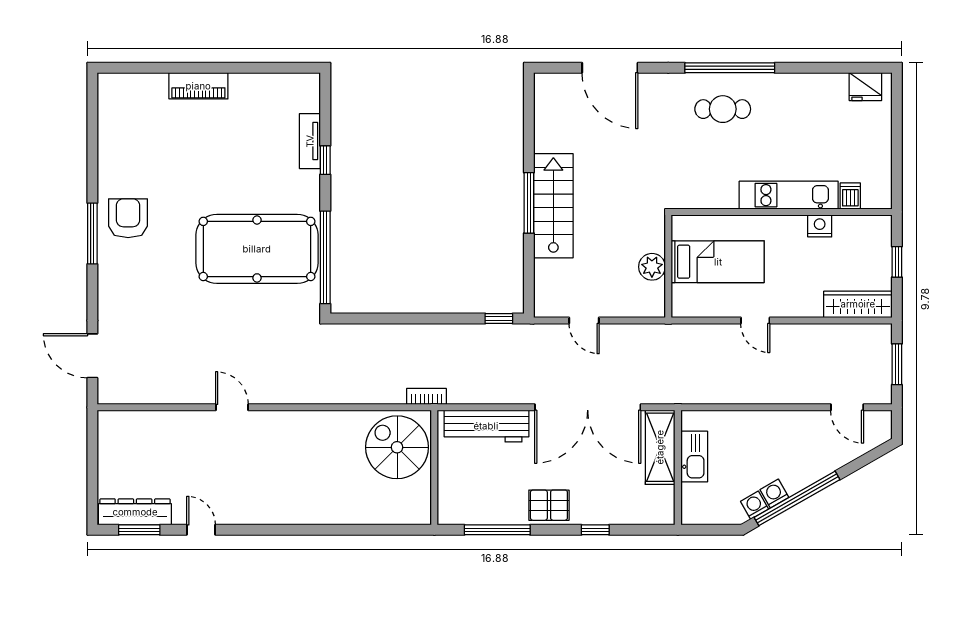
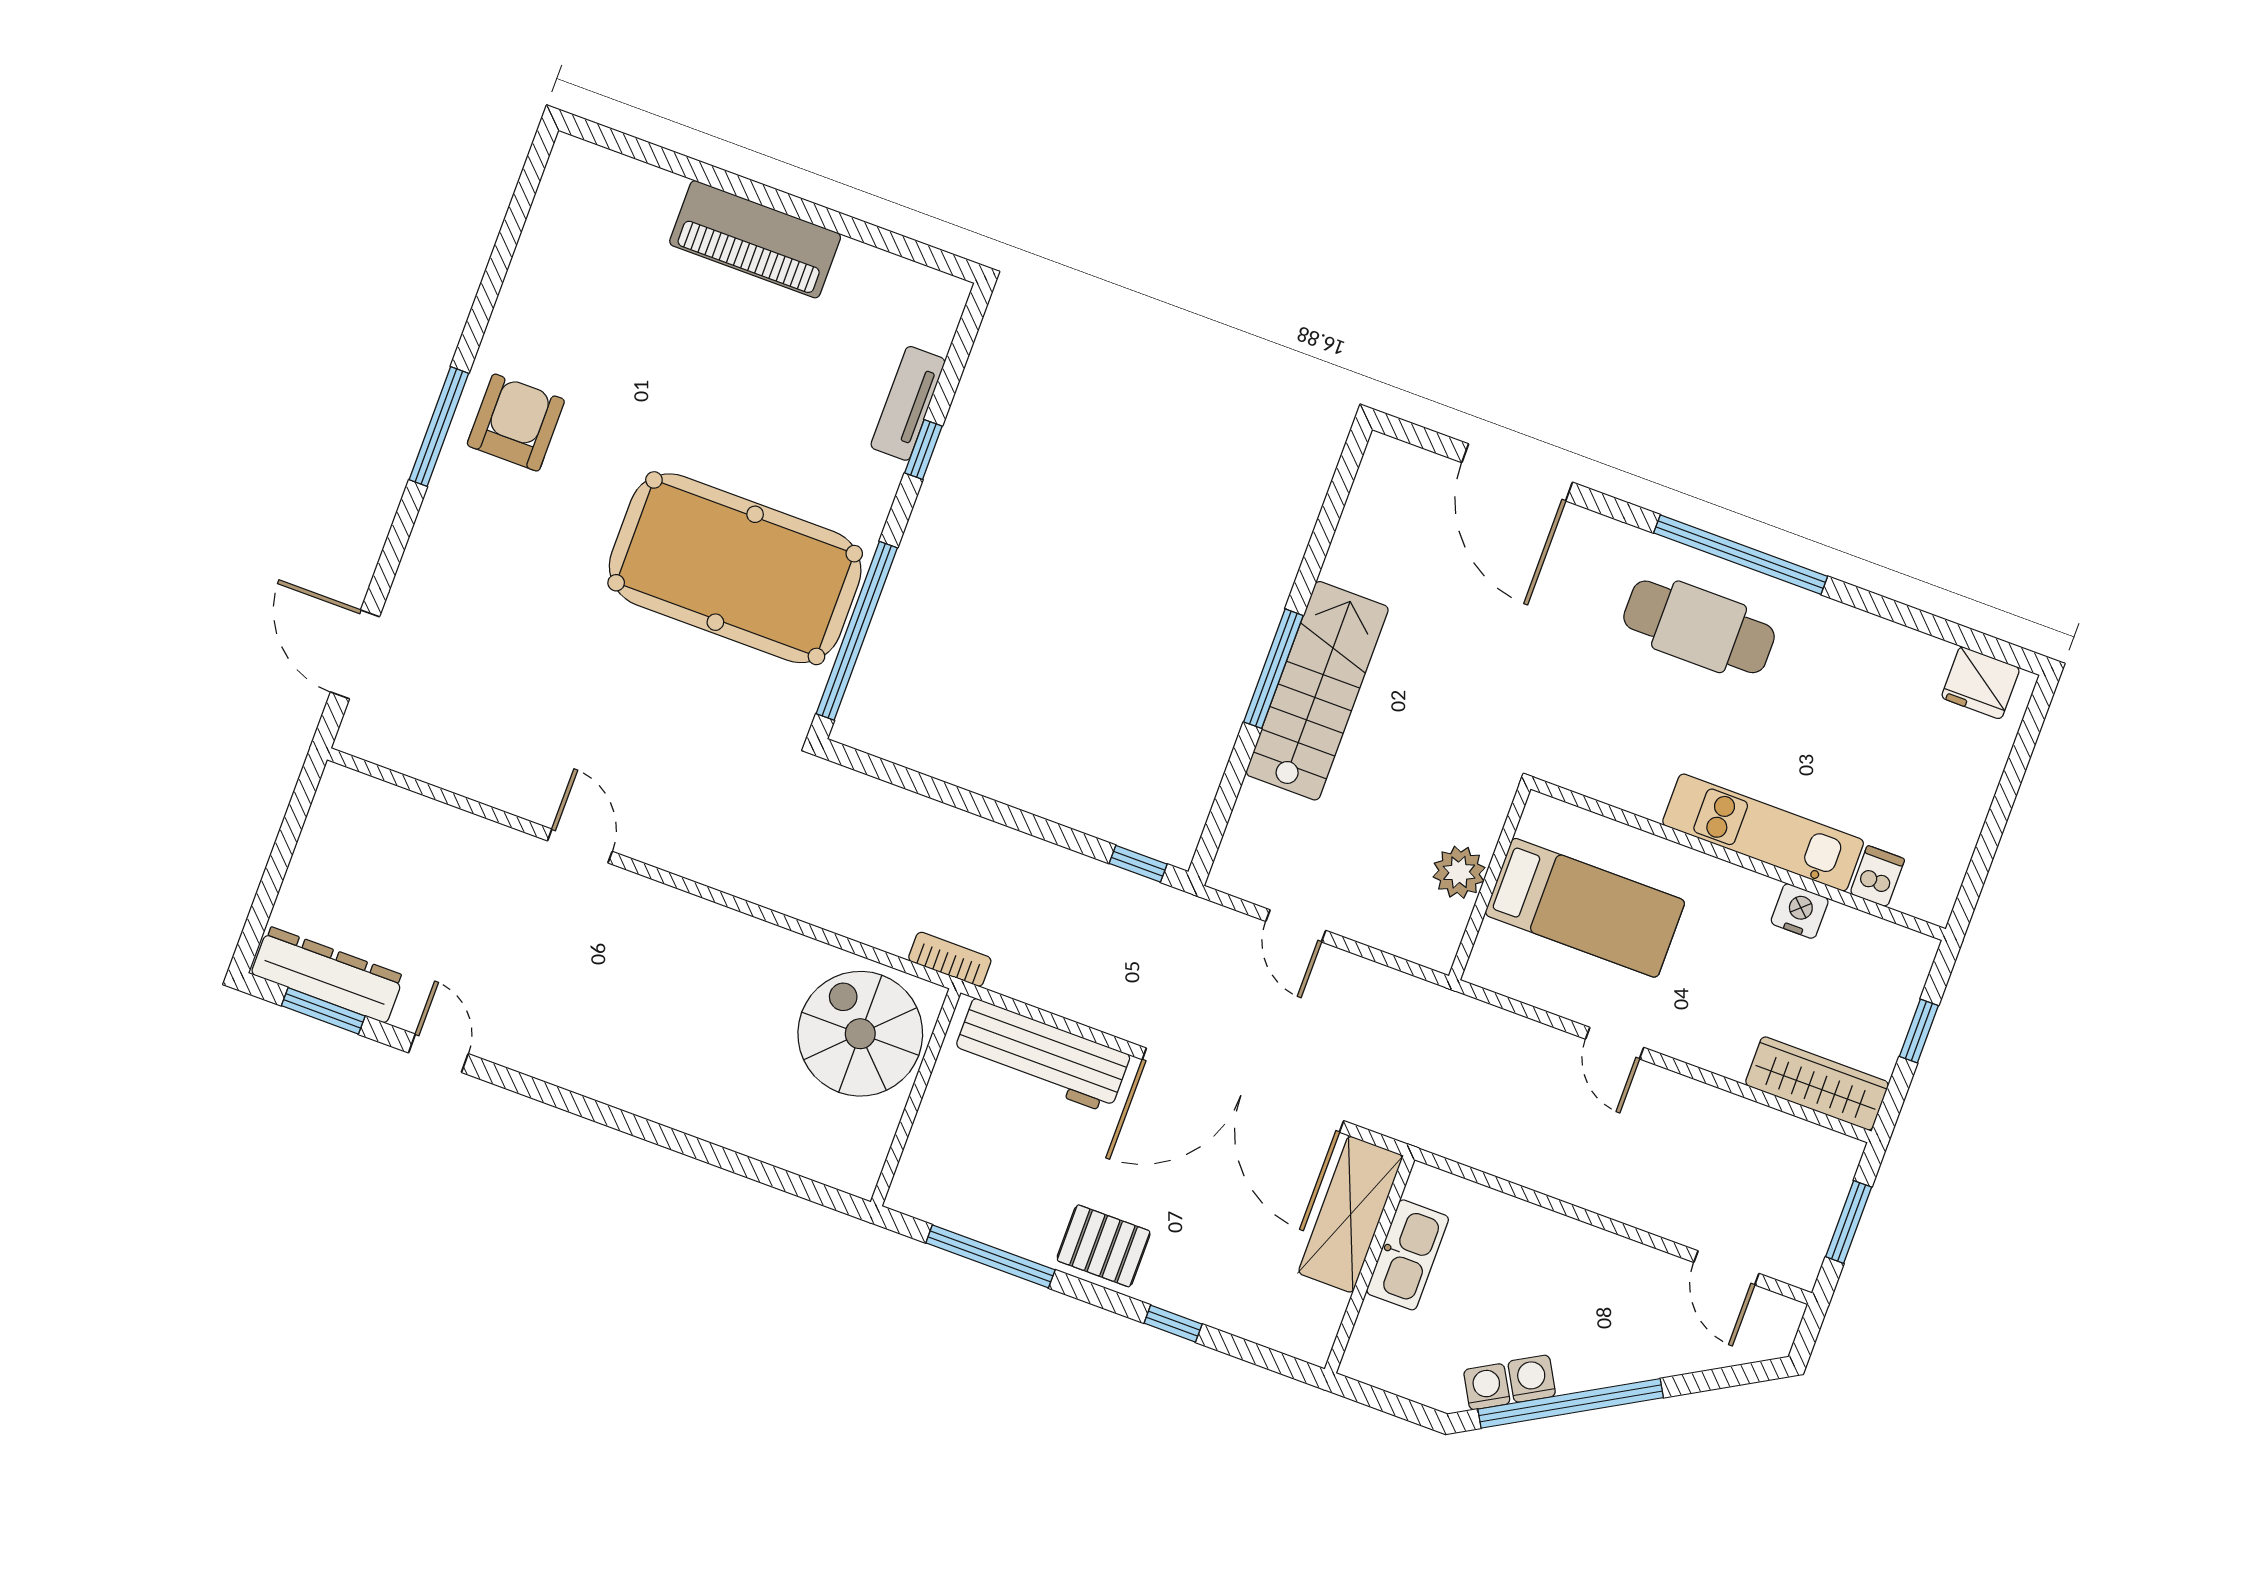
piano: (198, 86) -> (755, 239), width x1.37, depth x1.33
cafe table: (723, 109) -> (1699, 627), width x1.37, depth x1.35

